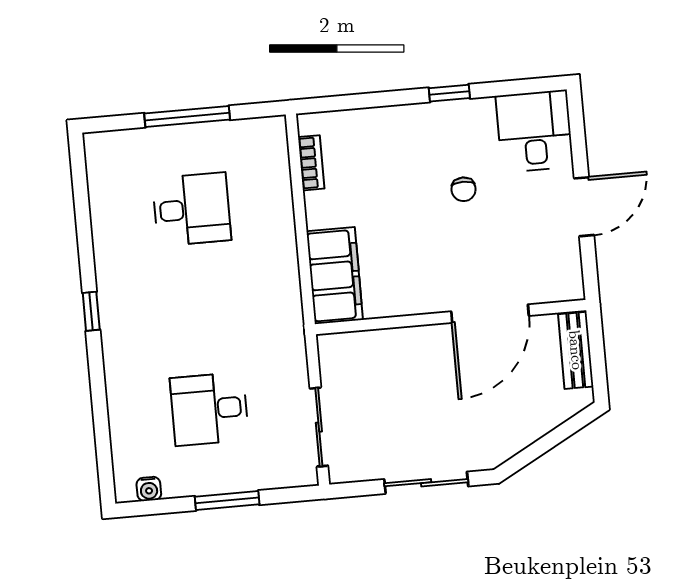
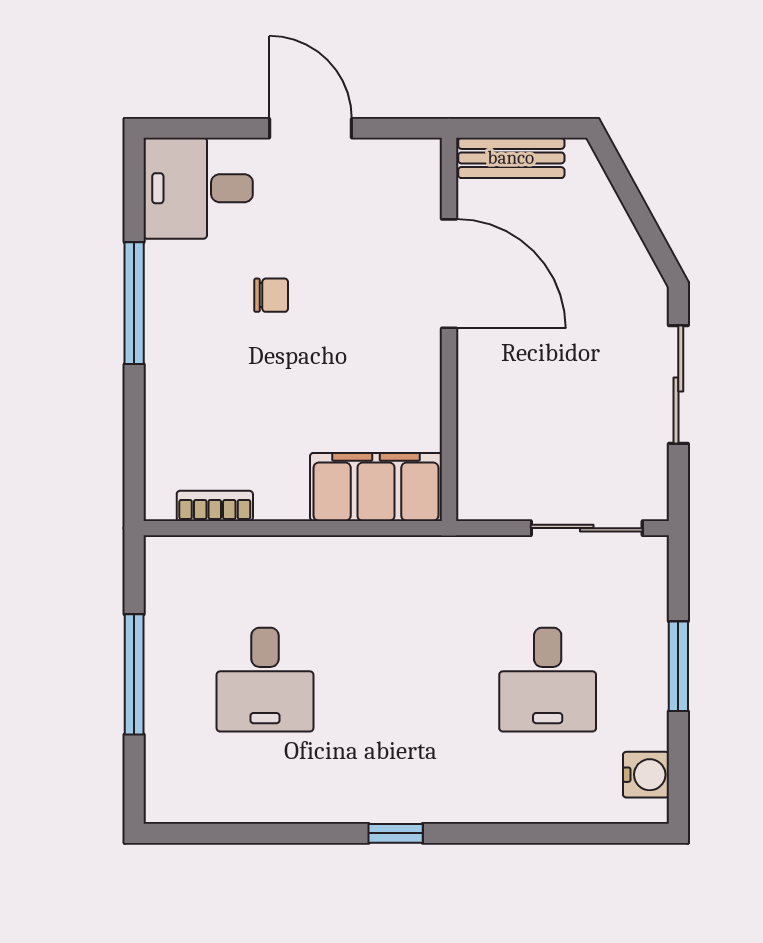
window: (449, 93) -> (134, 303), width x2.17
desk: (192, 209) -> (265, 680), turned 180
water cooler: (149, 489) -> (646, 775), width x1.38, depth x1.38

